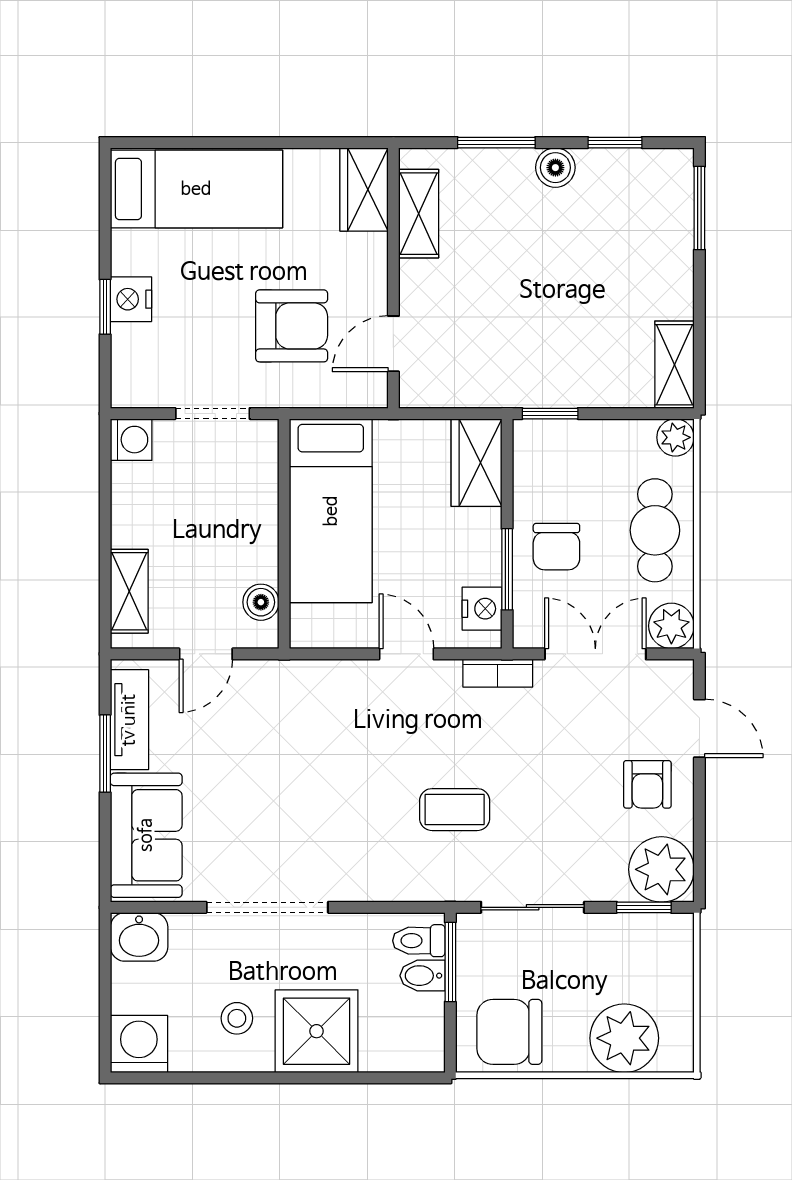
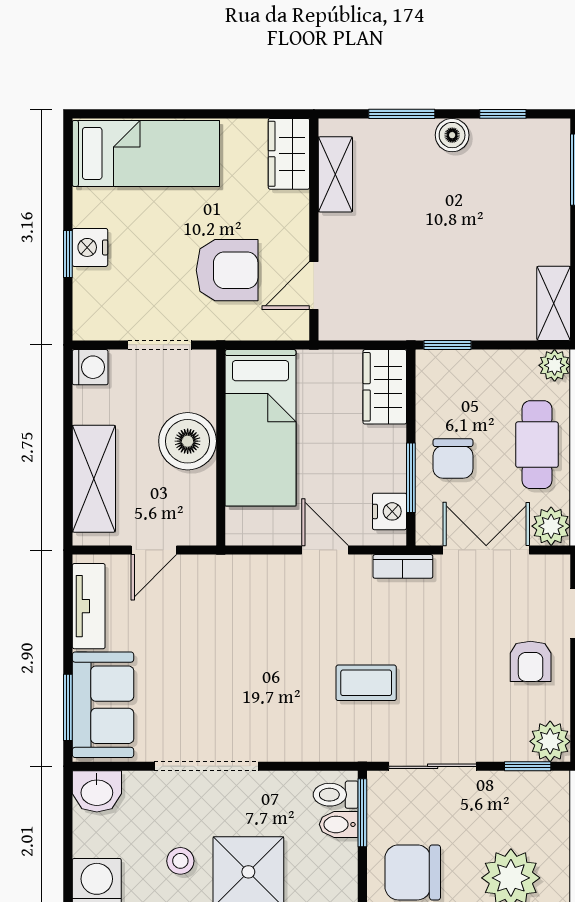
shelving: (129, 591) -> (94, 479), width x1.50, depth x1.33
boiler: (261, 602) -> (188, 441), moved, width x1.86, depth x1.86
window: (105, 754) -> (68, 707), moved
plant: (661, 869) -> (550, 741), width x0.73, depth x0.73

